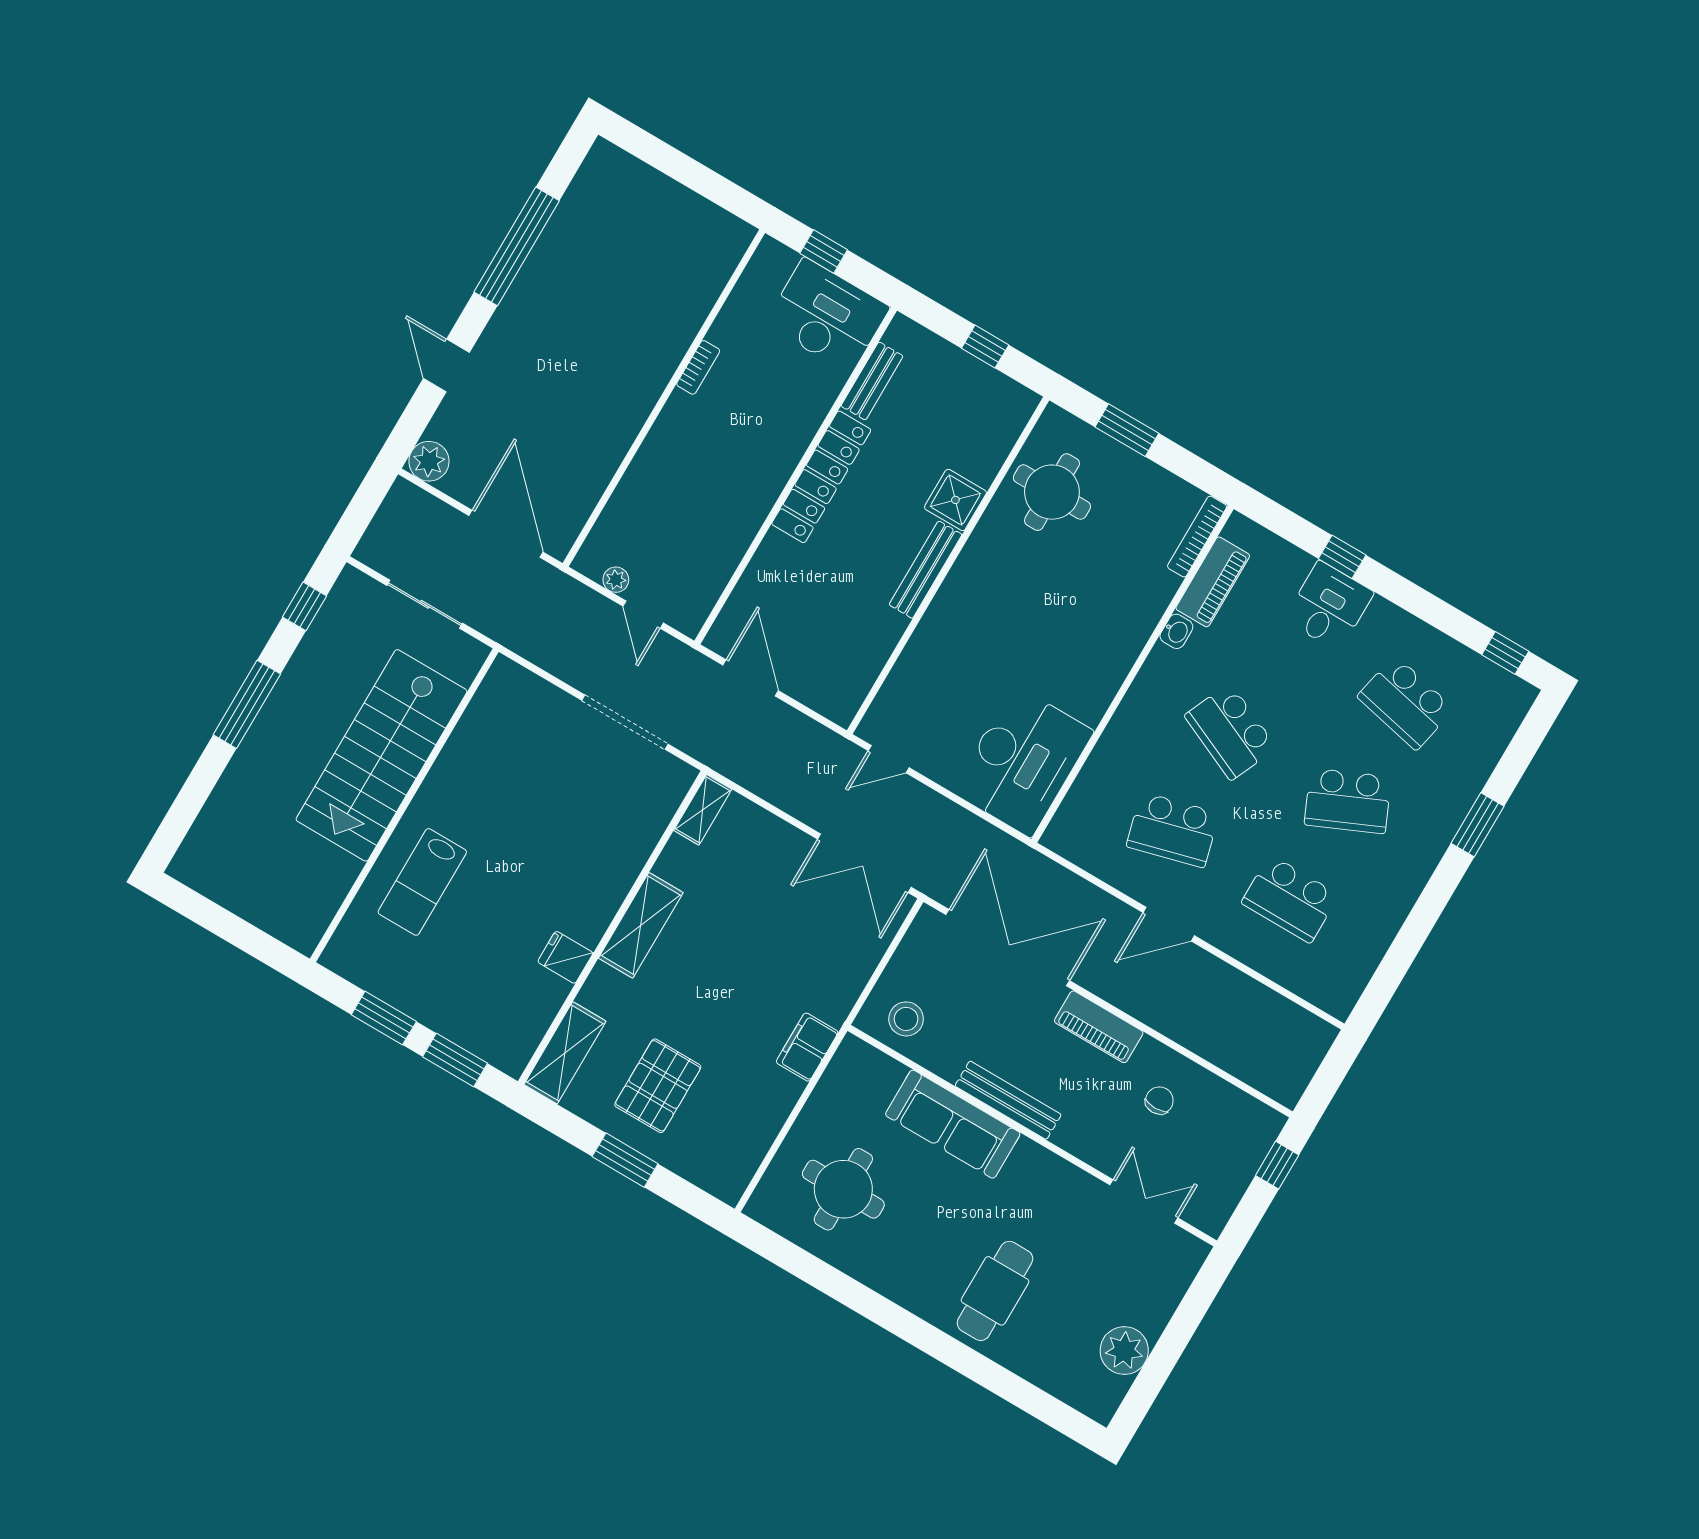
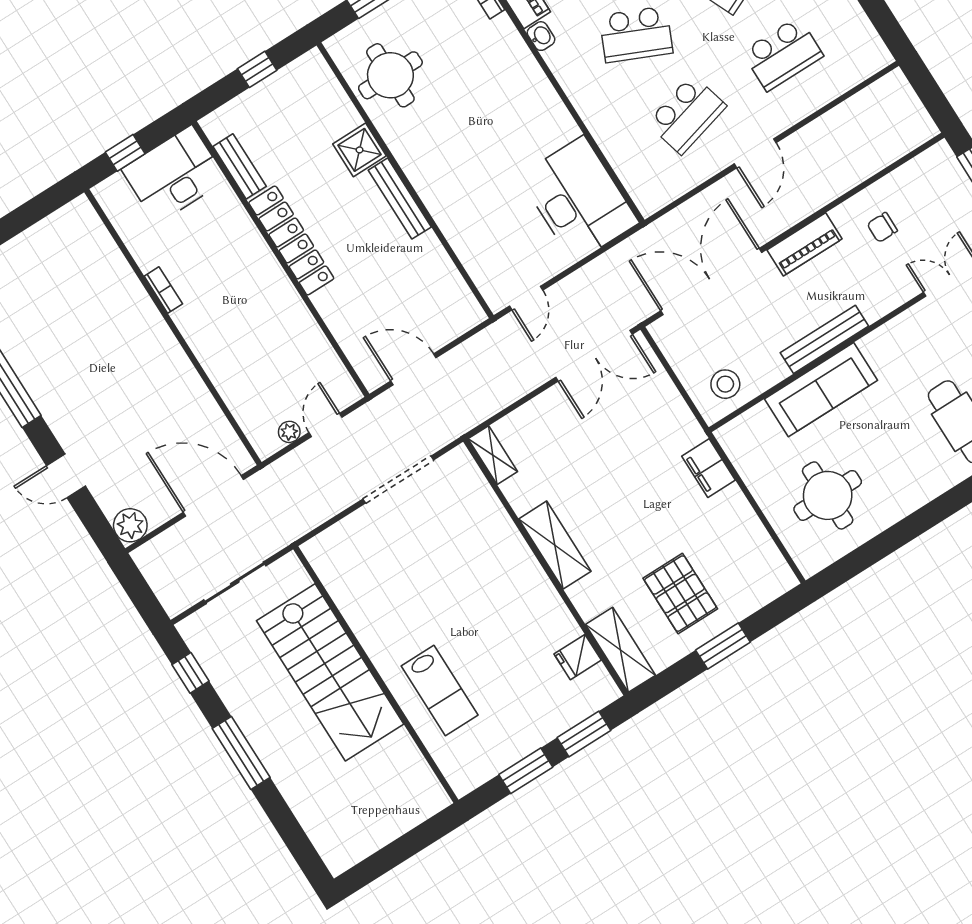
door: (643, 615) -> (325, 425), swing flipped
fridge: (565, 957) -> (578, 657), moved
chair: (1159, 1101) -> (882, 227), turned -90

